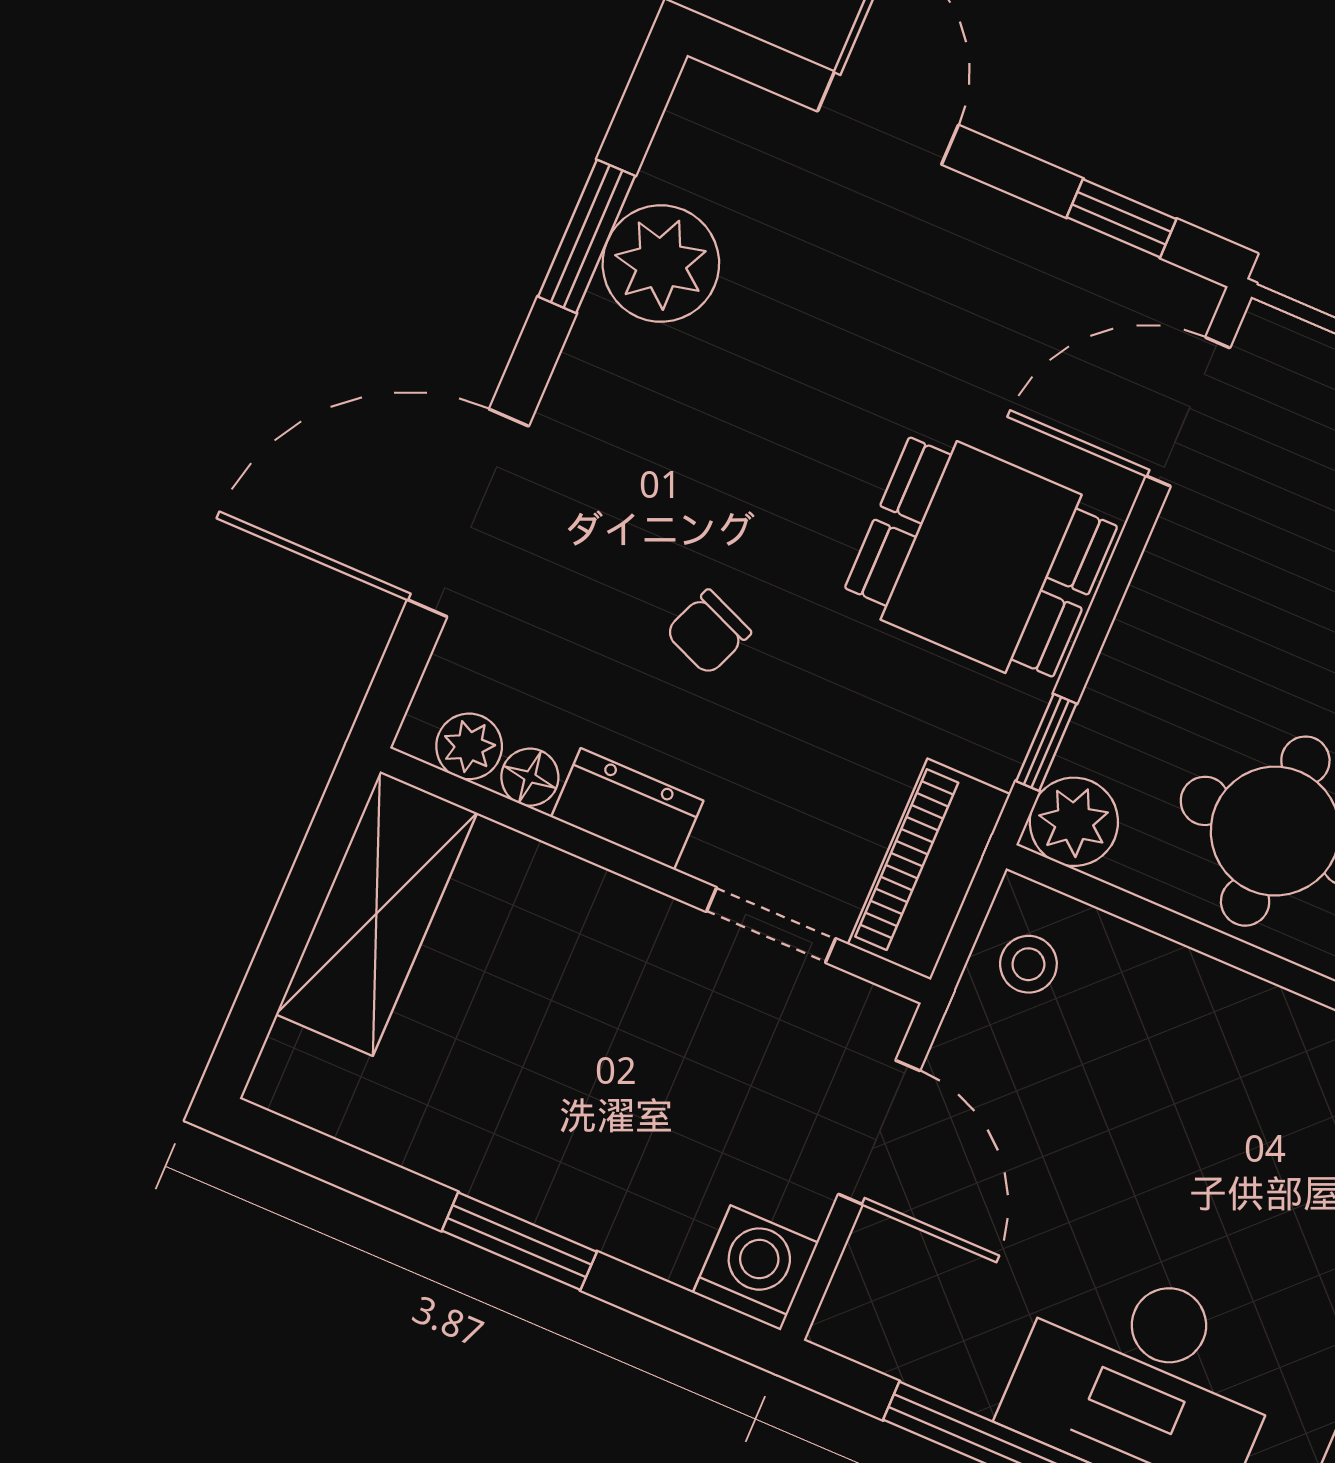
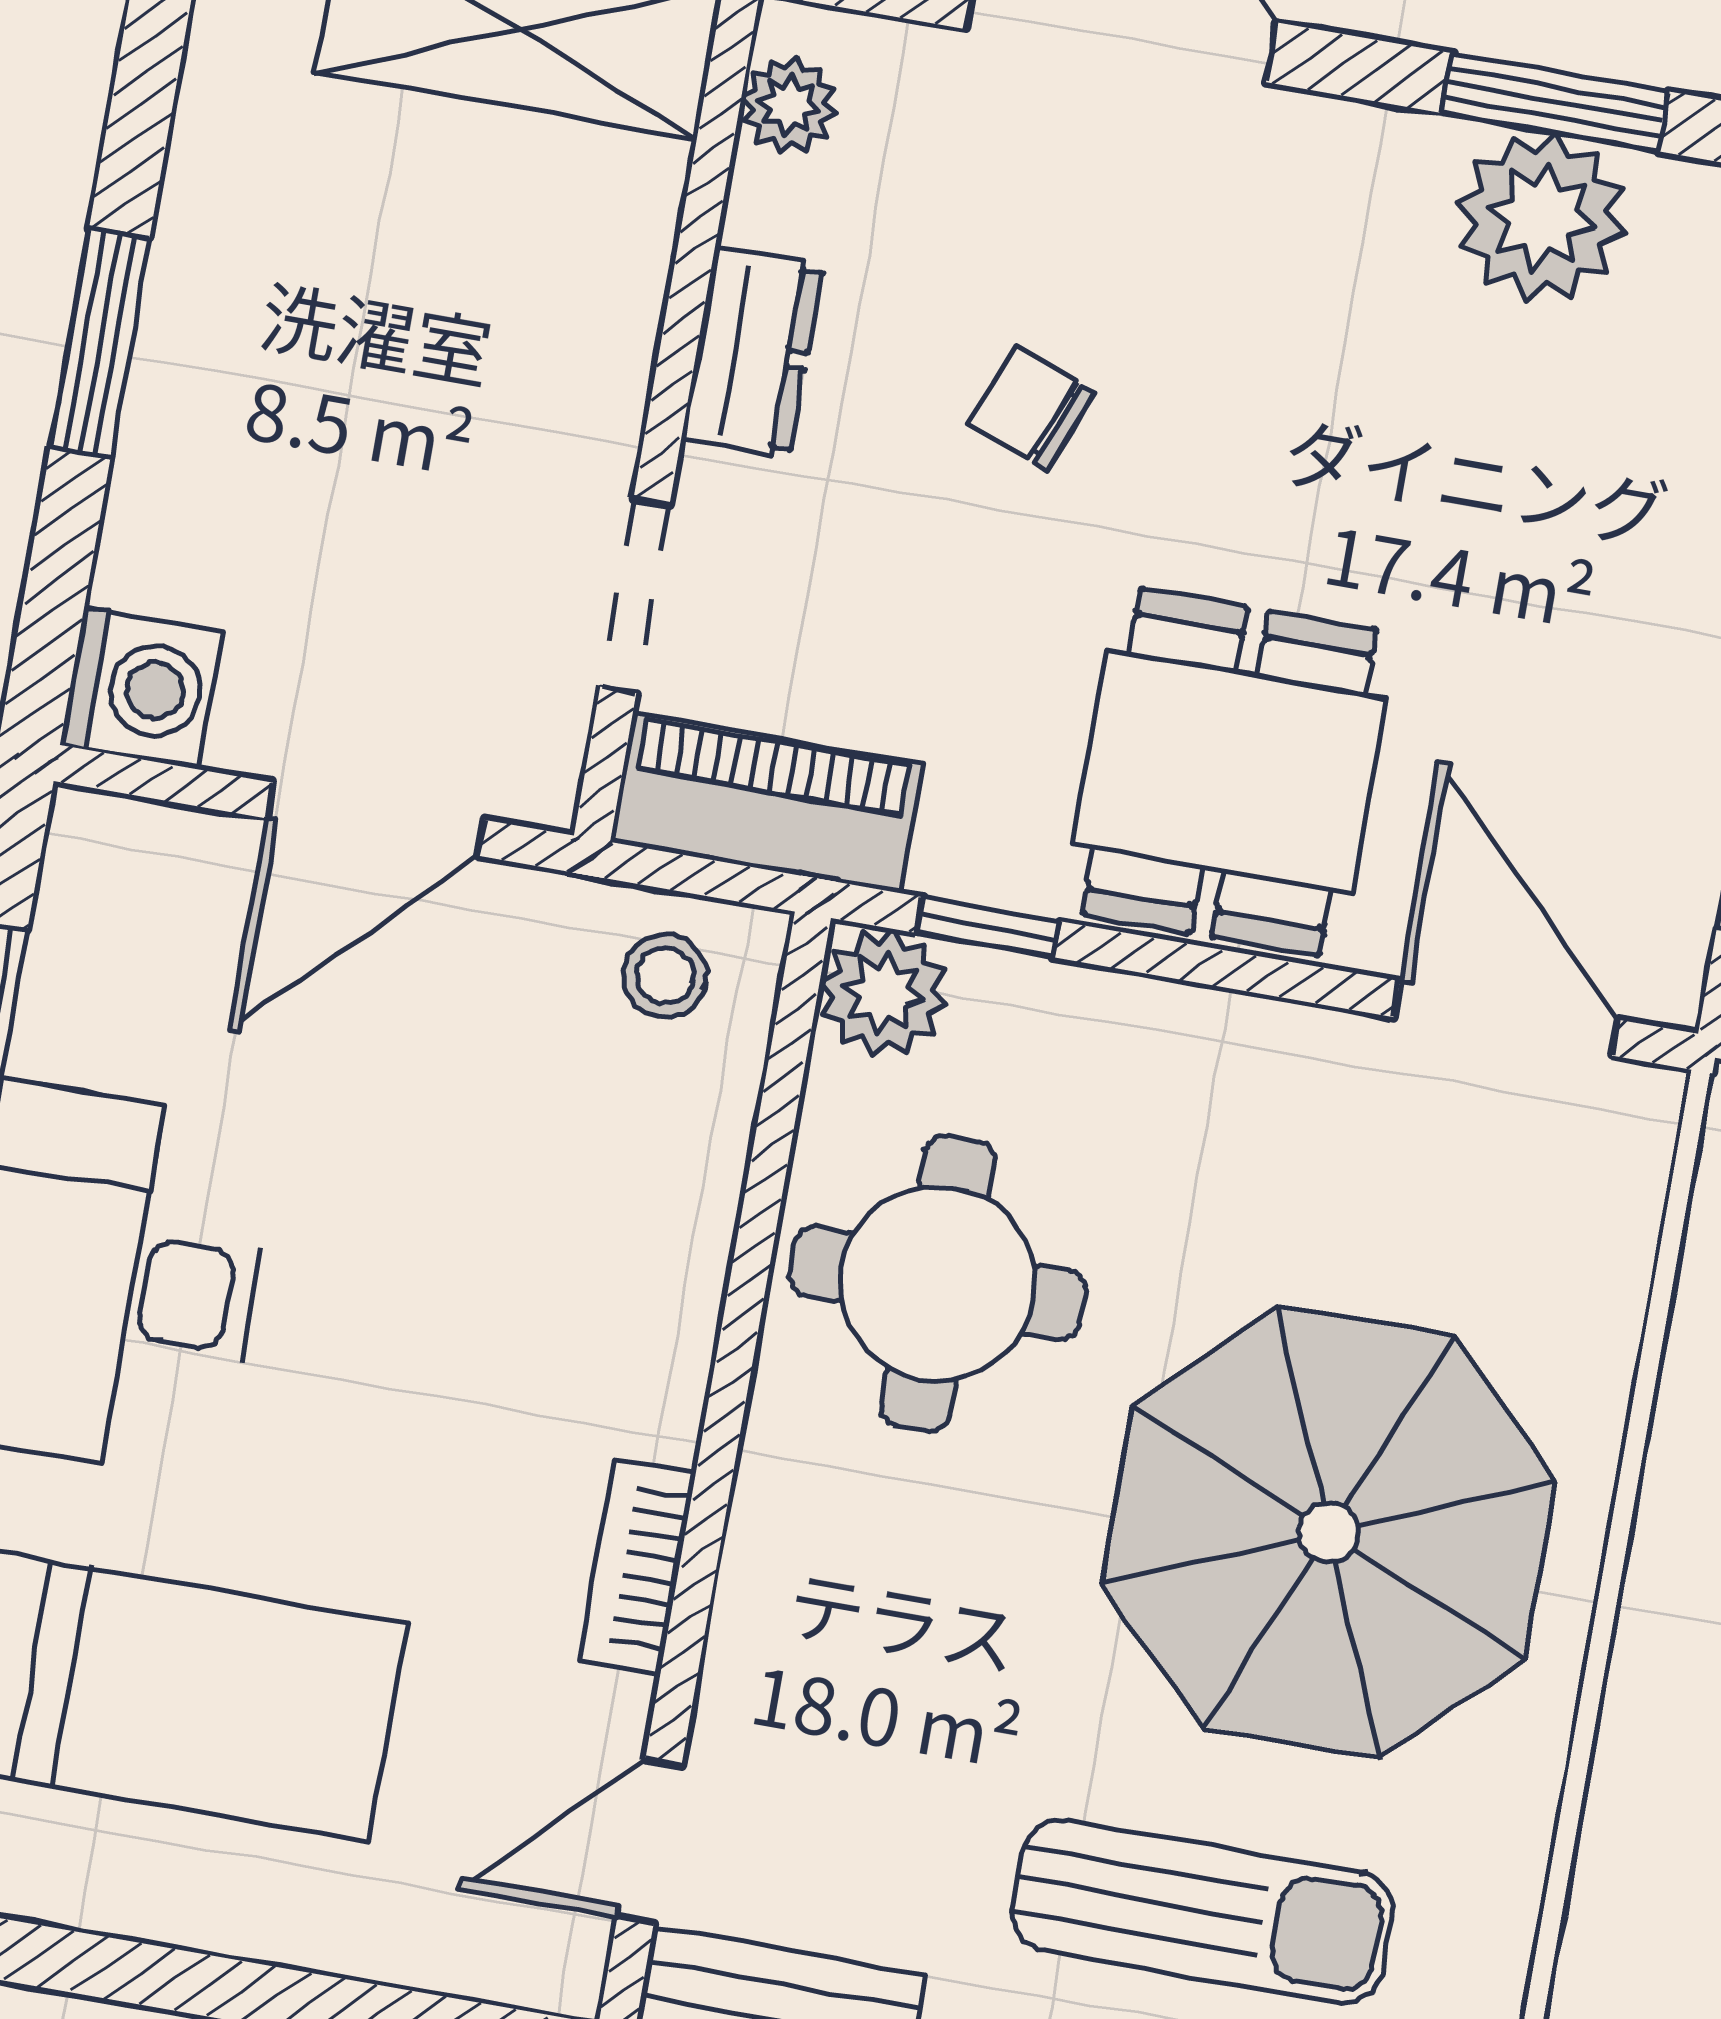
floor lamp: (530, 777) -> (765, 202), removed

